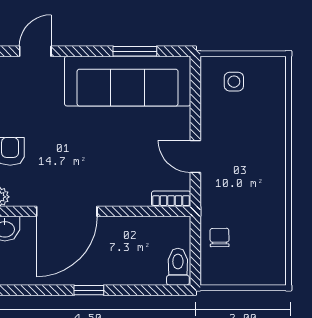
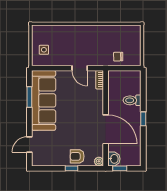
door: (35, 51) -> (29, 144), hinge flipped
door: (195, 156) -> (80, 68), hinge flipped
toilet: (178, 267) -> (132, 100), moved

